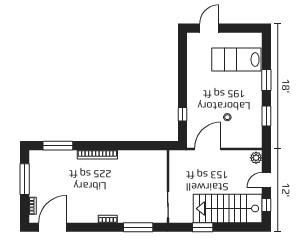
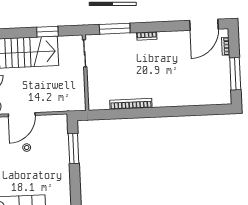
window: (182, 114) -> (74, 148), width x2.17
window: (58, 146) -> (202, 110), removed
door: (208, 149) -> (22, 115), moved
bookcase: (97, 155) -> (131, 104), moved

